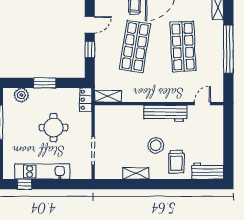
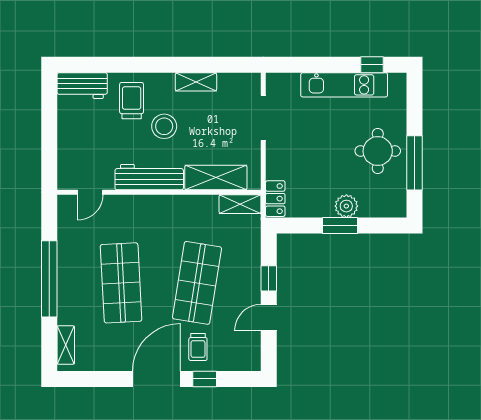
plant: (21, 95) -> (346, 206), moved
shelving: (123, 113) -> (216, 178), added
round table: (54, 128) -> (378, 151), moved

